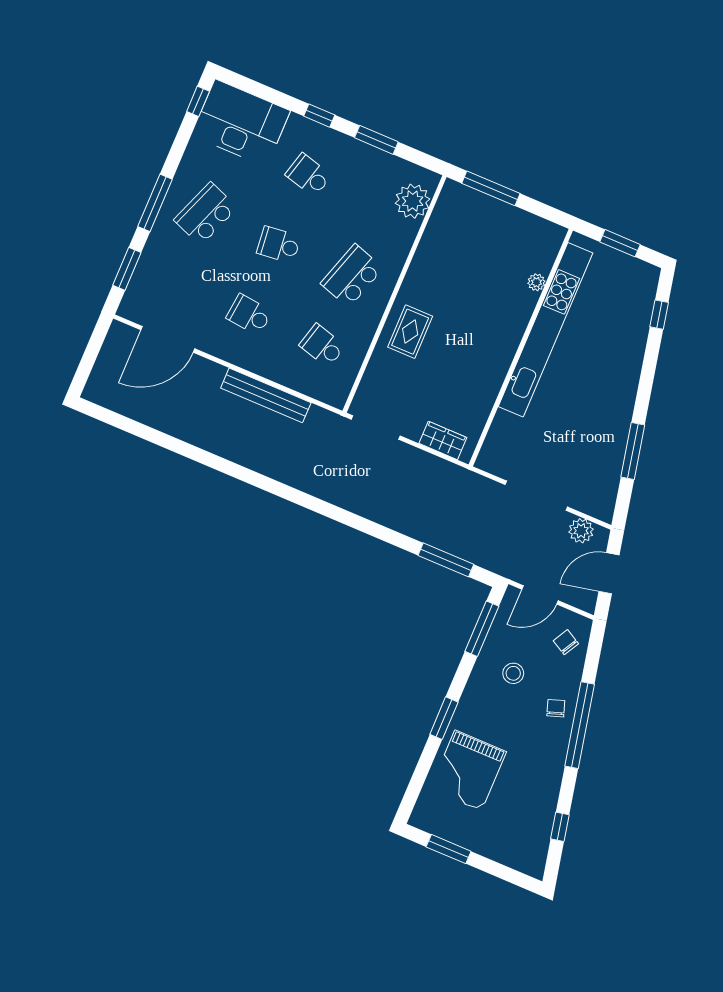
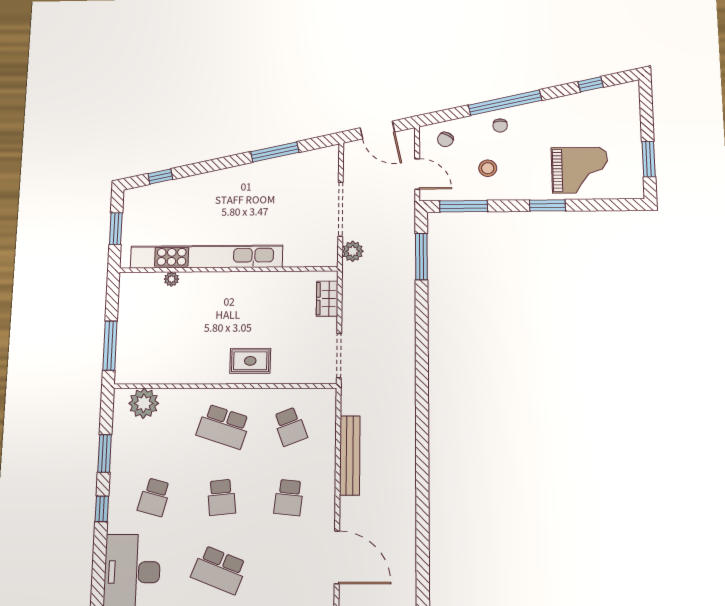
school desk: (322, 346) -> (290, 426), turned -36
plant: (581, 531) -> (353, 251), moved
chair: (556, 708) -> (500, 125), turned -71

